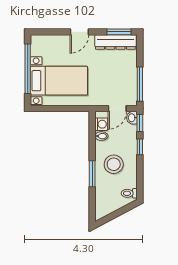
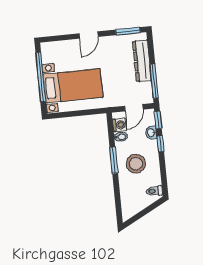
dresser: (115, 42) -> (142, 61), moved, turned 90
washbasin: (132, 118) -> (151, 133), moved
window: (92, 174) -> (114, 160), moved

